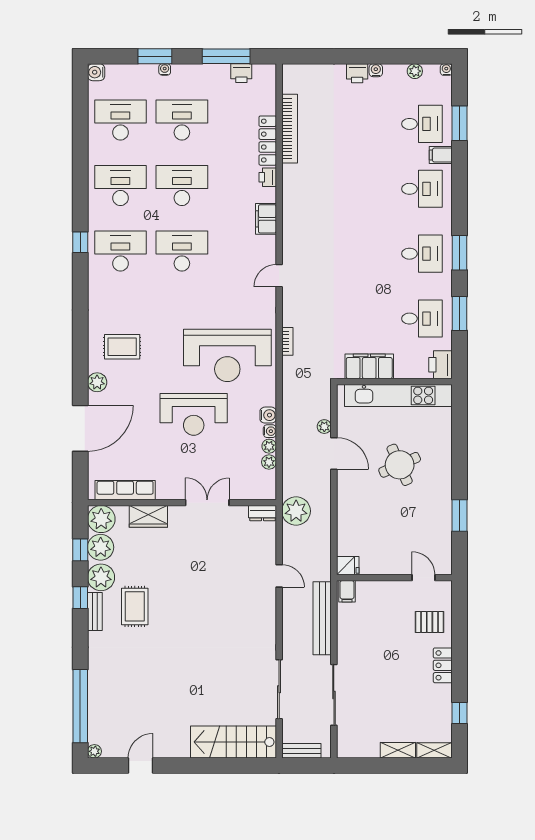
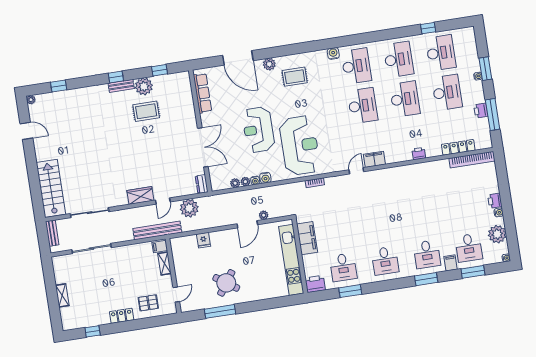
plant: (415, 71) -> (497, 234), width x1.88, depth x1.88
water cooler: (96, 72) -> (333, 53), moved
printer: (241, 73) -> (481, 111), moved
bookcase: (290, 129) -> (472, 160), moved
locker: (268, 141) -> (458, 147), moved
filing cabinet: (266, 219) -> (374, 159), moved
window: (80, 242) -> (428, 28), moved
window: (460, 253) -> (426, 279), moved
door: (279, 276) -> (356, 171), hinge flipped
rug: (122, 347) -> (295, 77), turned 90
reception desk: (227, 355) -> (300, 145), turned 180
round table: (400, 465) -> (226, 283), moved, turned -31
double door: (207, 503) -> (203, 147), width x1.37
plant: (296, 511) -> (189, 208), moved
window: (460, 515) -> (220, 311), width x1.44
wardrobe: (148, 516) -> (140, 195), moved, turned 90
plant: (101, 519) -> (181, 81), removed
plant: (101, 547) -> (163, 83), removed
fridge: (348, 566) -> (203, 240), moved
window: (80, 598) -> (116, 77), moved
rug: (135, 606) -> (146, 111), moved
bench: (322, 618) -> (157, 230), moved
pallet: (430, 622) -> (148, 303), turned 90
window: (80, 706) -> (59, 86), width x0.32
shelving: (434, 750) -> (164, 264), moved

